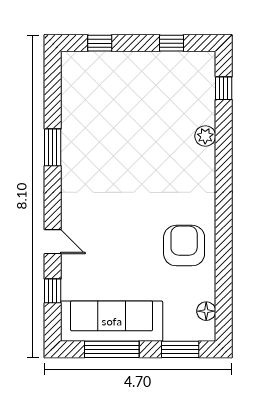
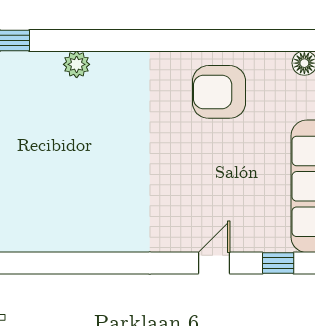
window: (53, 147) -> (91, 263), removed

